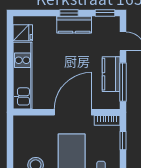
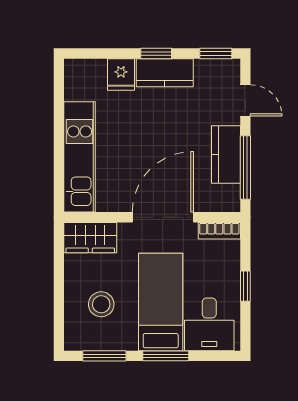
fridge: (23, 33) -> (121, 74), moved, turned 90
wardrobe: (29, 125) -> (90, 238), added
window: (123, 141) -> (245, 286), moved

